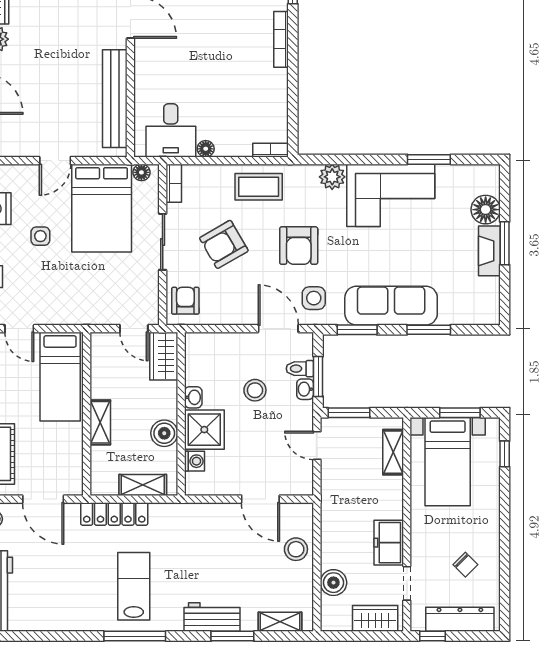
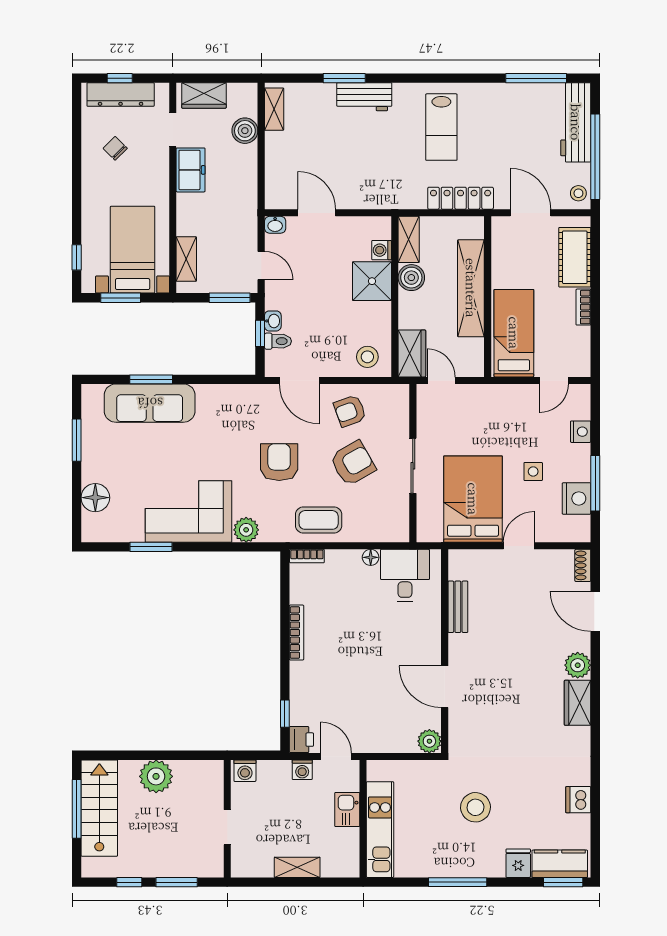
bookcase: (281, 39) -> (297, 633), moved
bench: (115, 99) -> (458, 607), width x0.54, depth x0.82
floor lamp: (141, 172) -> (434, 534), removed
bookcase: (174, 183) -> (402, 524), removed
window: (505, 243) -> (77, 440), moved
fireplace: (489, 251) -> (92, 457), removed
side table: (314, 298) -> (264, 410), removed
armchair: (185, 301) -> (350, 411), moved, turned 70
sofa: (391, 306) -> (150, 403), moved
door: (19, 329) -> (554, 380), swing flipped
window: (357, 330) -> (222, 379), removed
window: (318, 376) -> (260, 333), width x0.67
stool: (255, 390) -> (367, 357), moved
washbasin: (193, 397) -> (275, 225), moved, turned -90
shelving: (100, 422) -> (471, 288), width x2.20, depth x1.33
shelving: (143, 485) -> (409, 239), moved, turned 90
stool: (296, 549) -> (282, 163), removed
shelving: (280, 622) -> (274, 109), moved, turned 90
window: (135, 636) -> (536, 78), moved
window: (432, 636) -> (120, 78), moved

